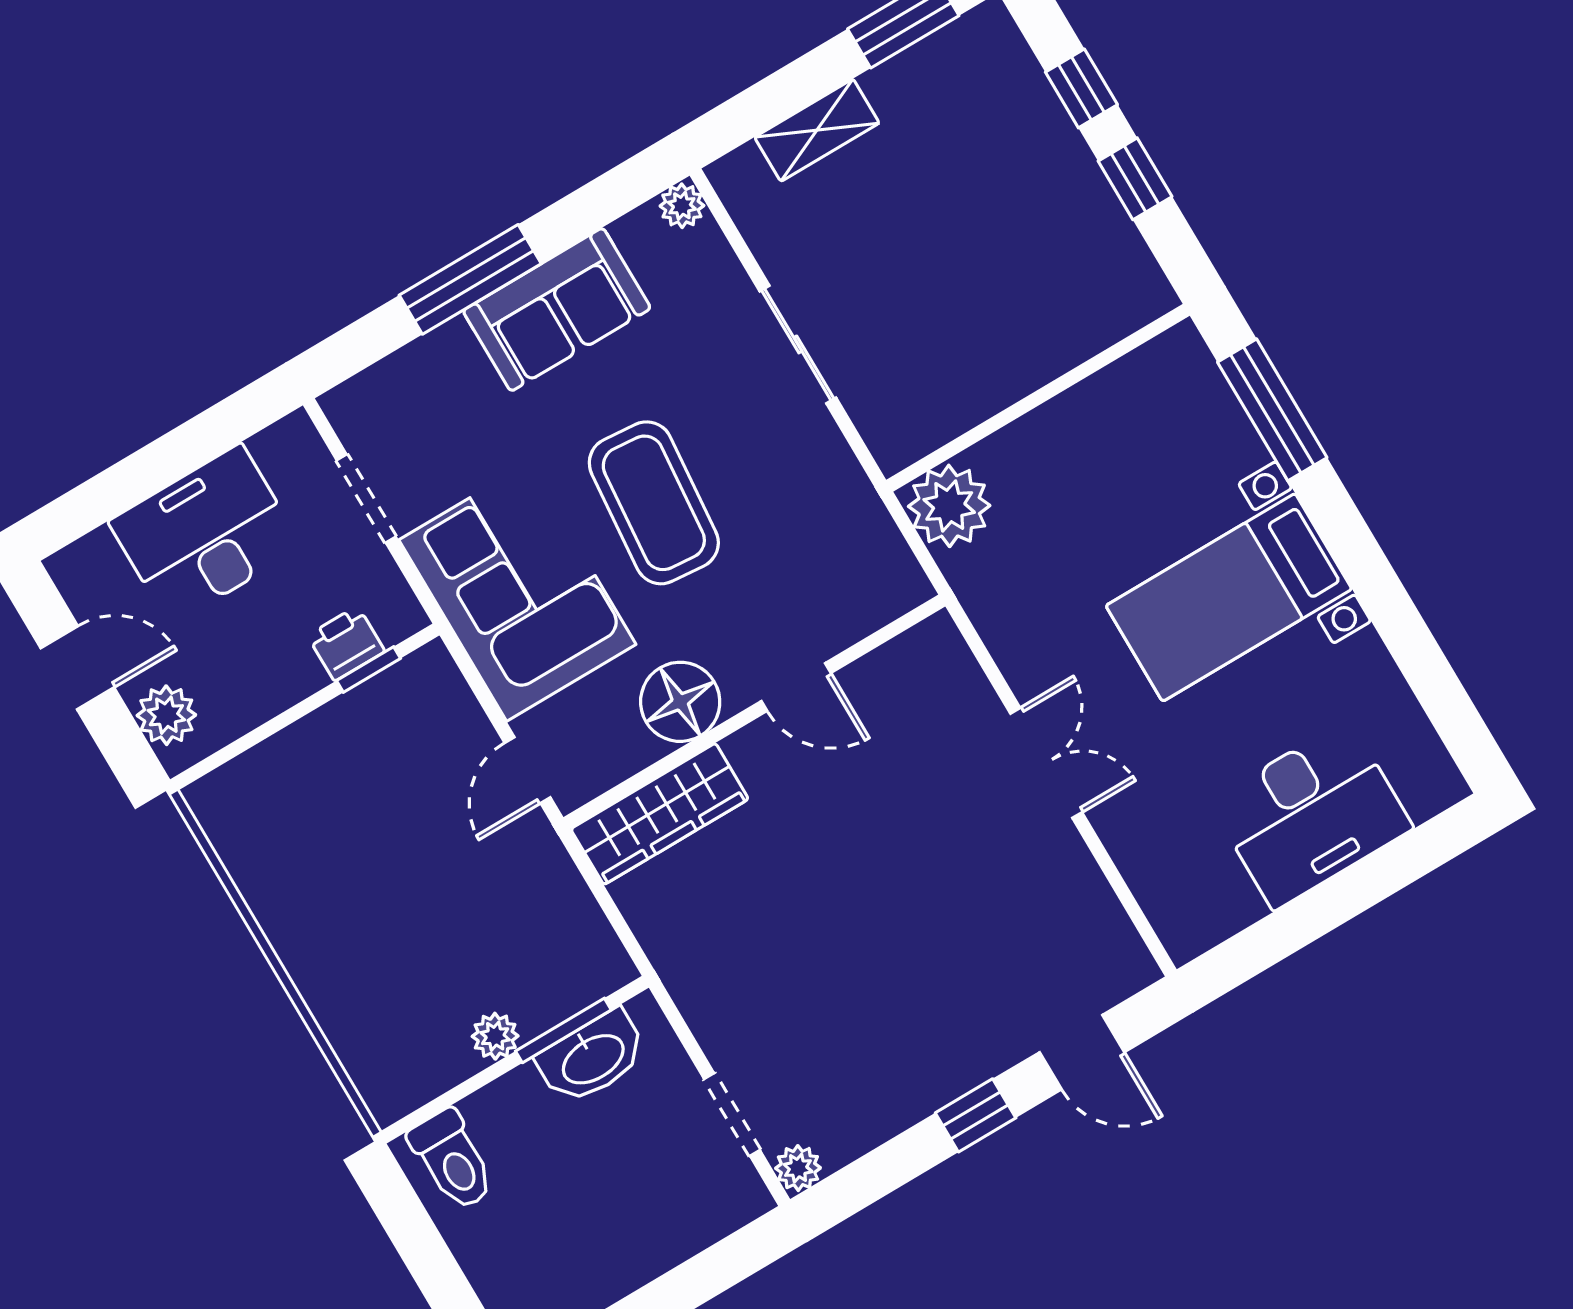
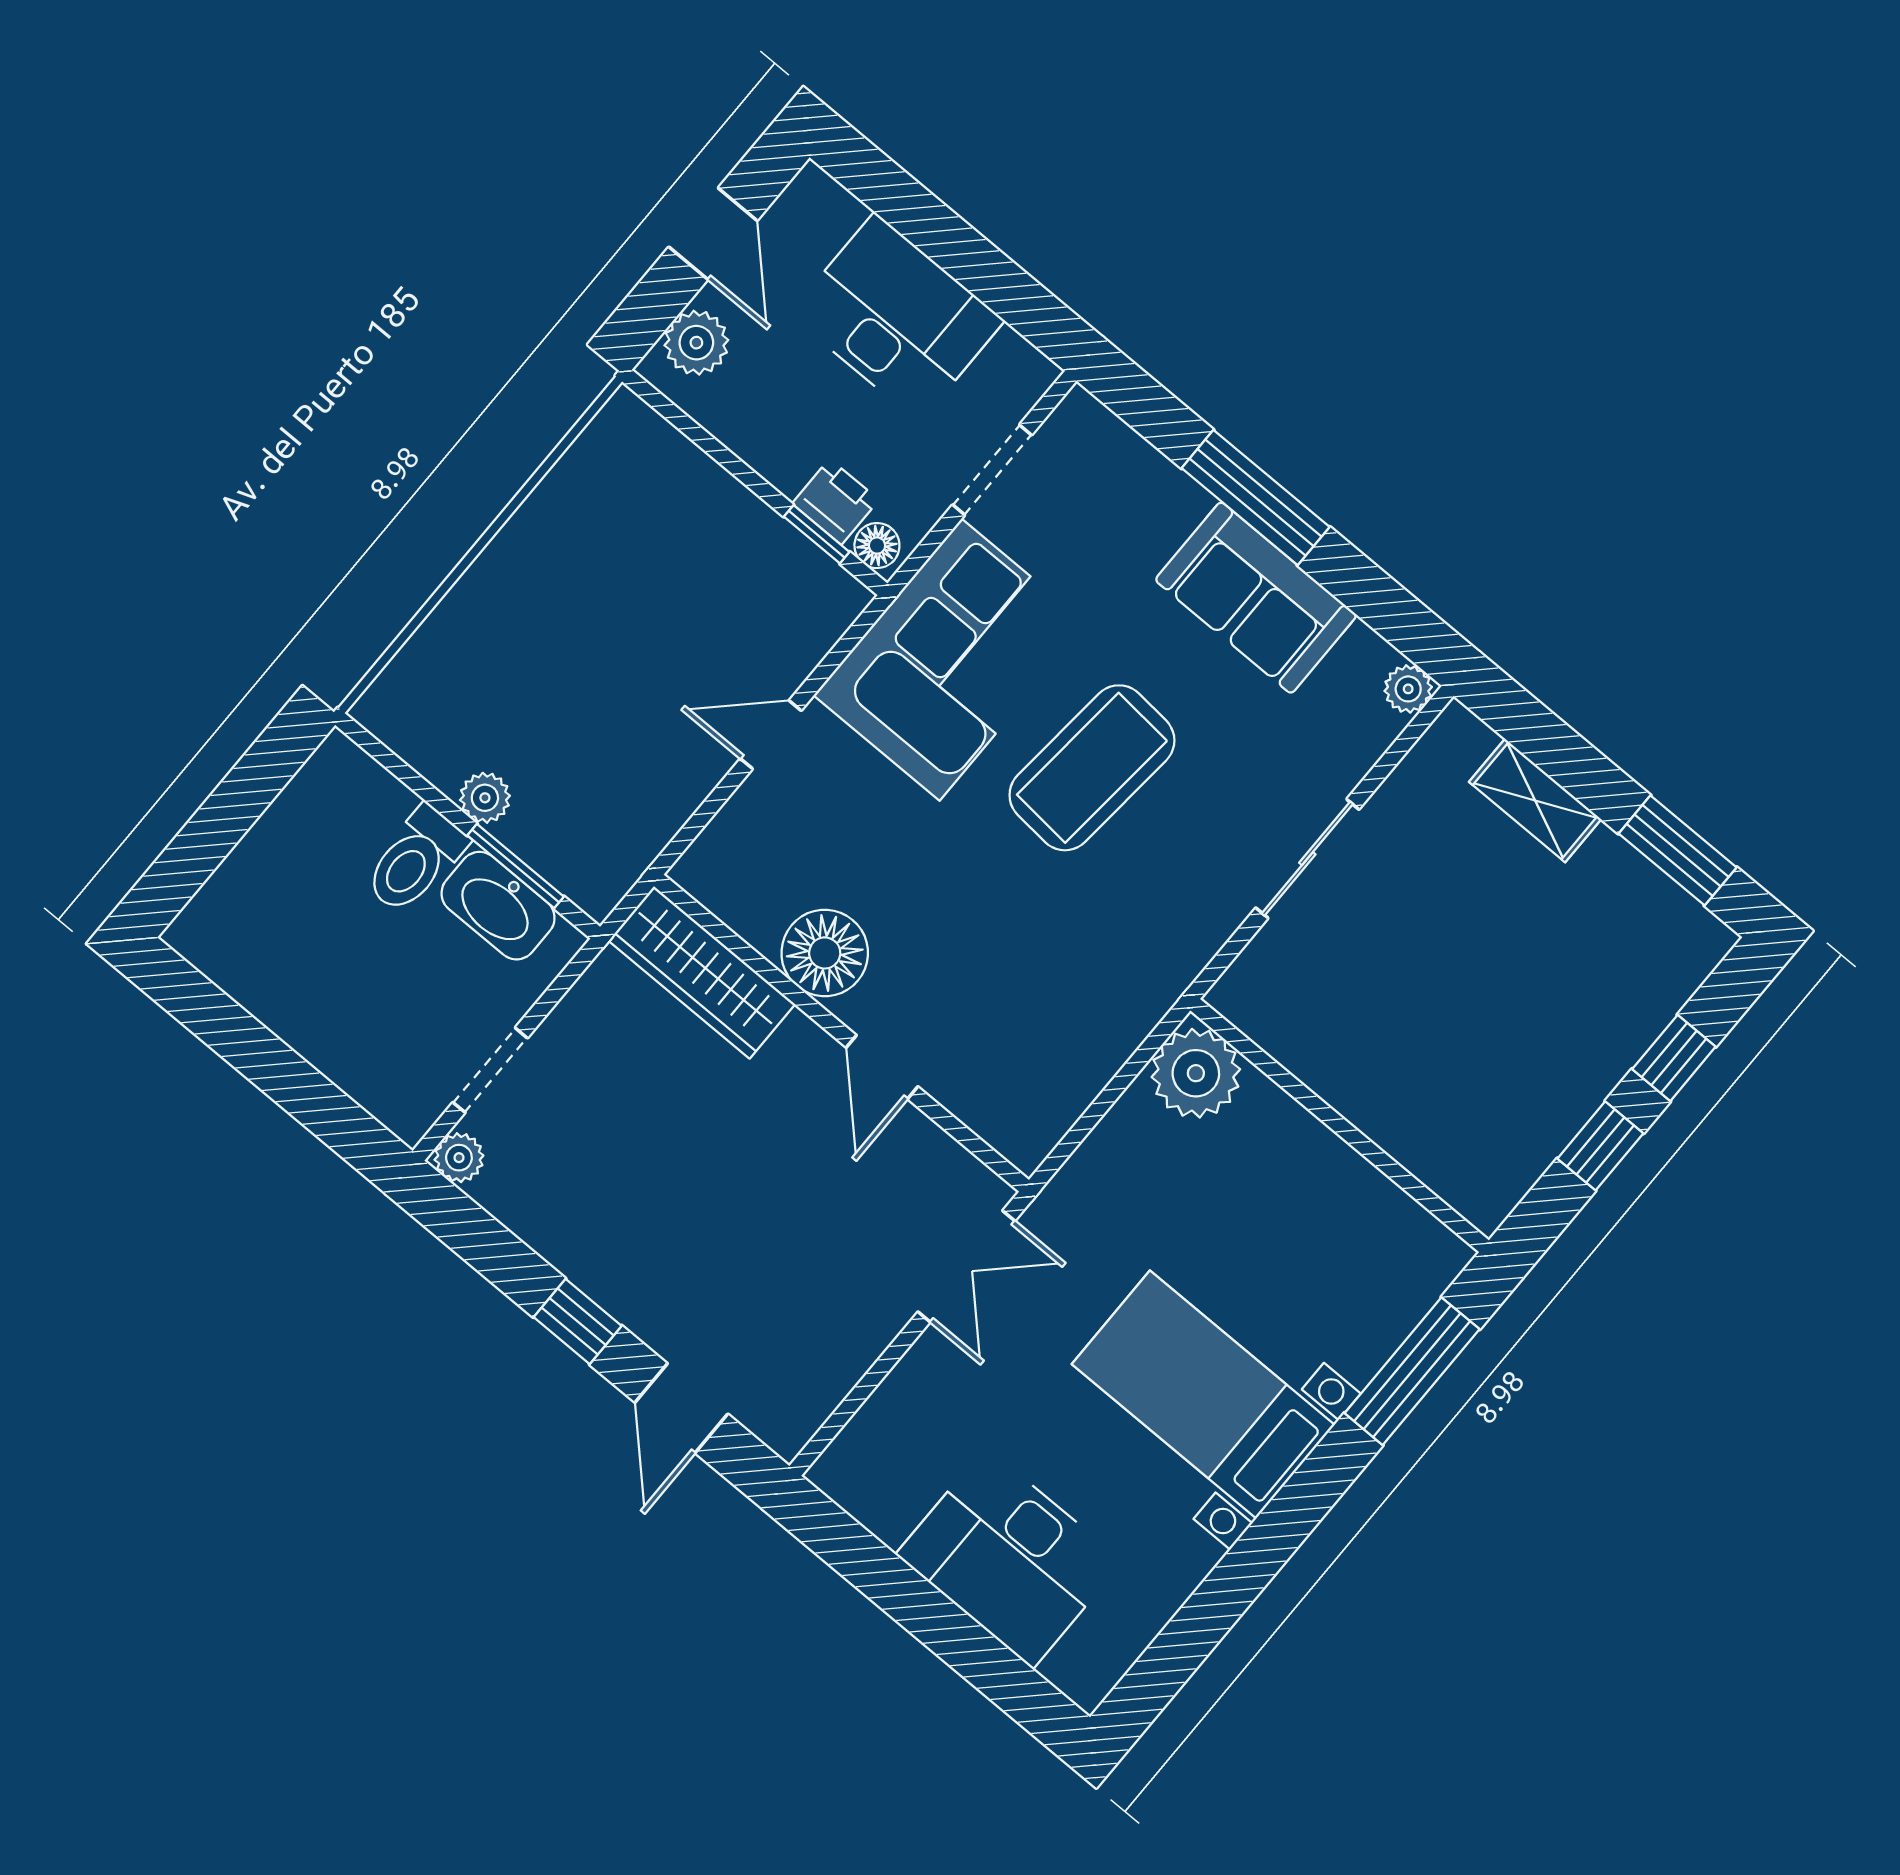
floor lamp: (397, 621) -> (877, 546), added
door: (796, 687) -> (882, 1067), moved
floor lamp: (680, 702) -> (825, 953), moved
wall: (754, 712) -> (841, 1033), moved
wardrobe: (660, 814) -> (702, 972), moved
toilet: (452, 1160) -> (415, 860), moved

